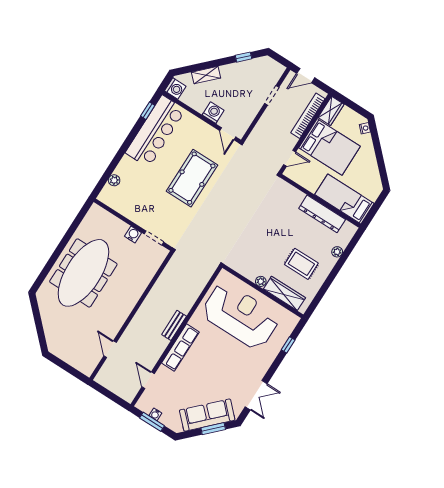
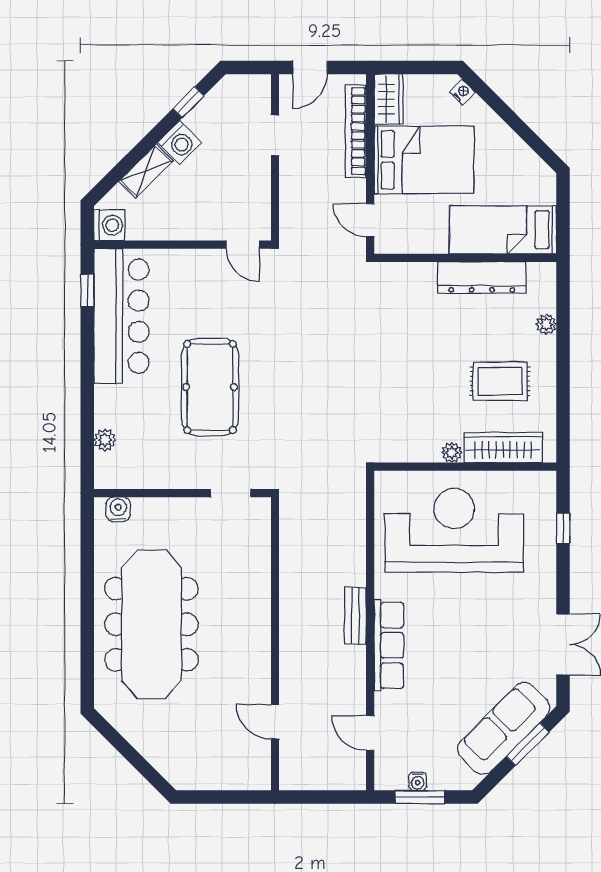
washing machine: (213, 113) -> (180, 142), moved, turned 135
door: (290, 158) -> (370, 220), swing flipped
pool table: (192, 178) -> (210, 387), moved
water cooler: (133, 234) -> (118, 509), moved

